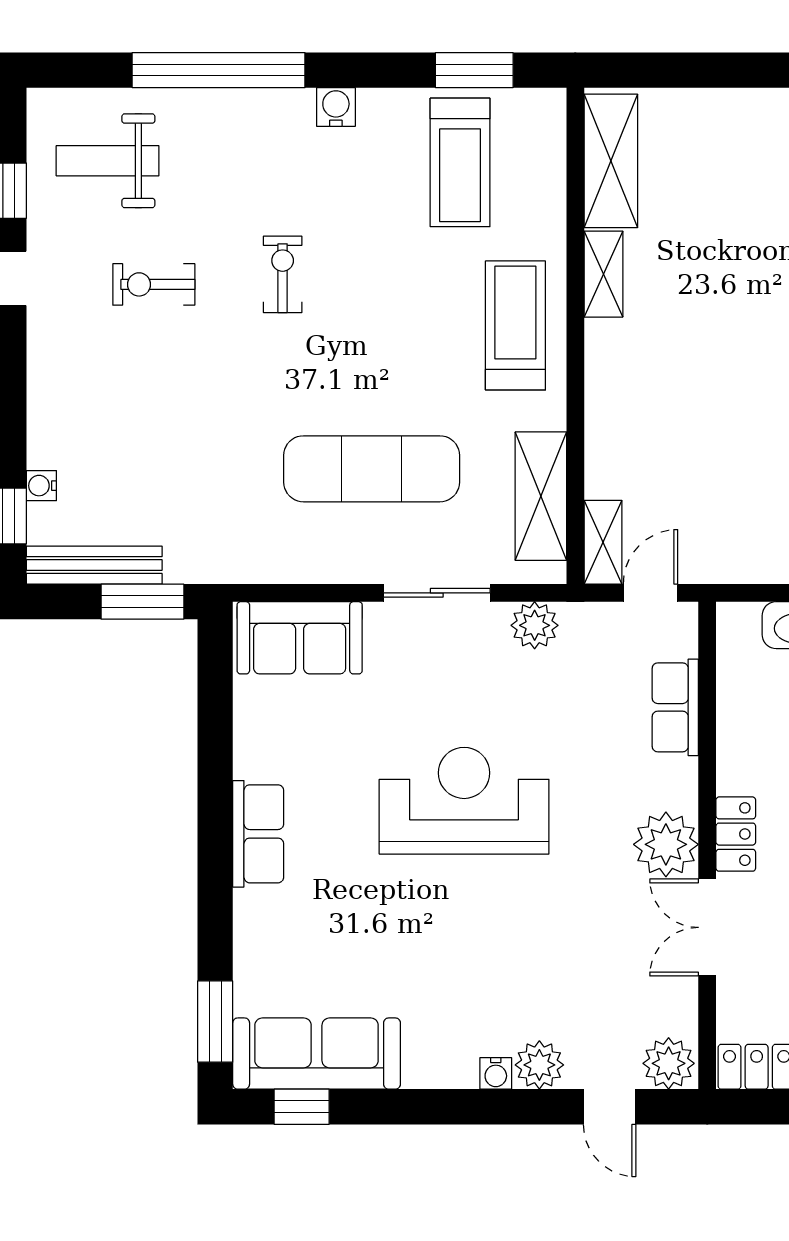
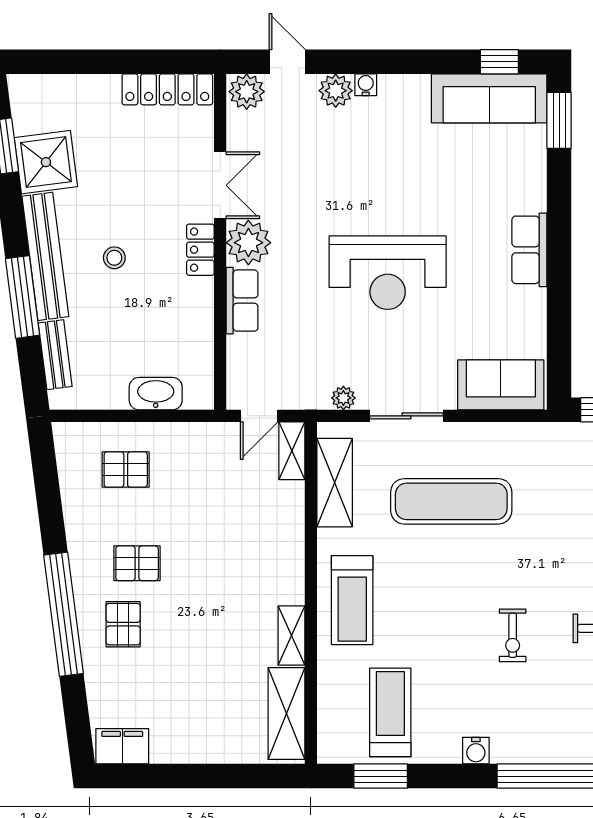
plant: (535, 625) -> (343, 398), width x0.73, depth x0.73
row of seats: (675, 707) -> (242, 301), moved

